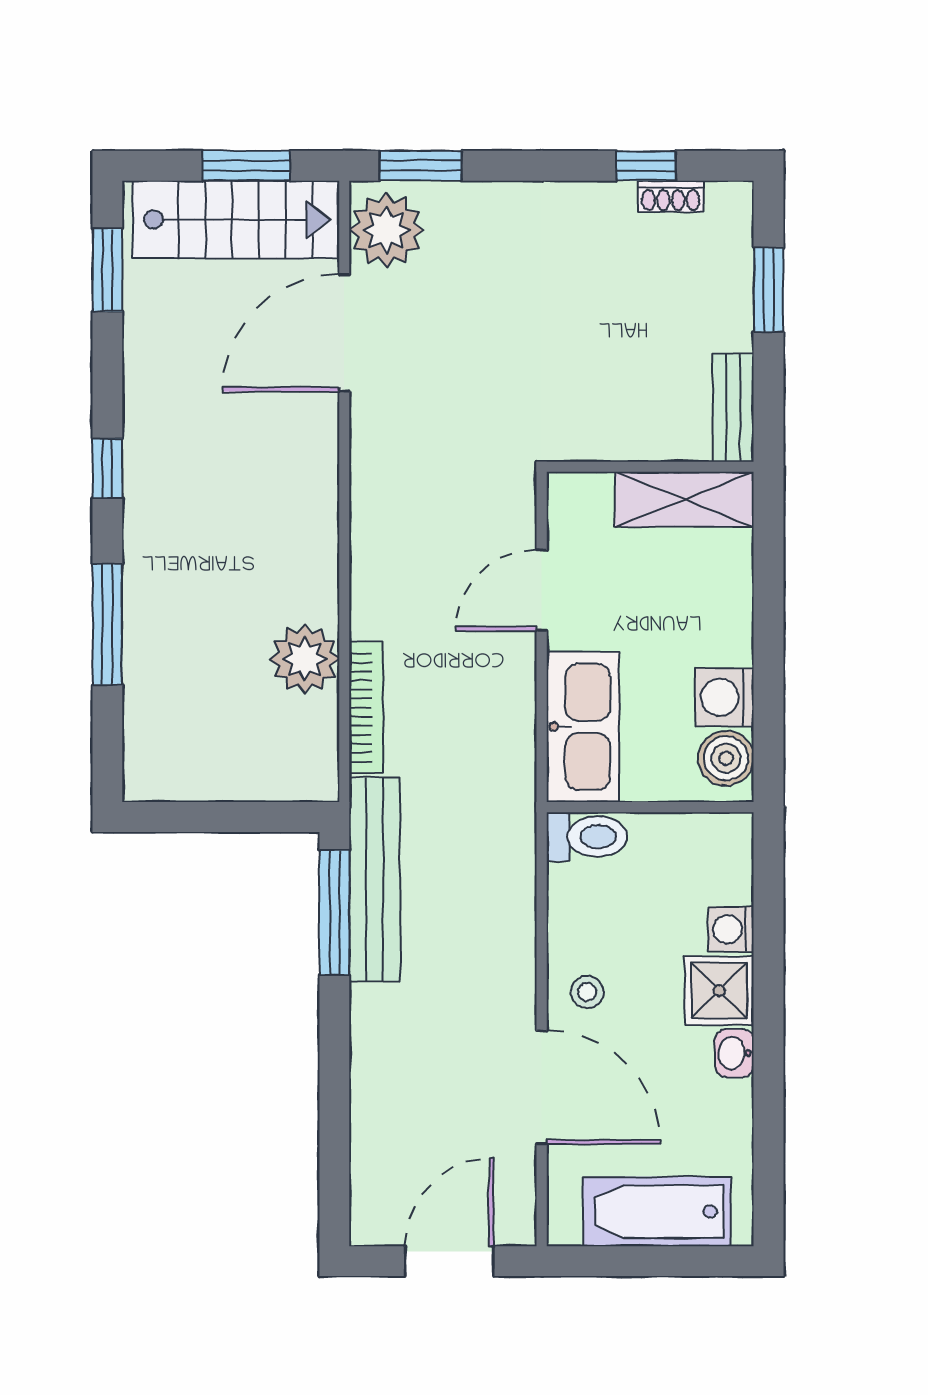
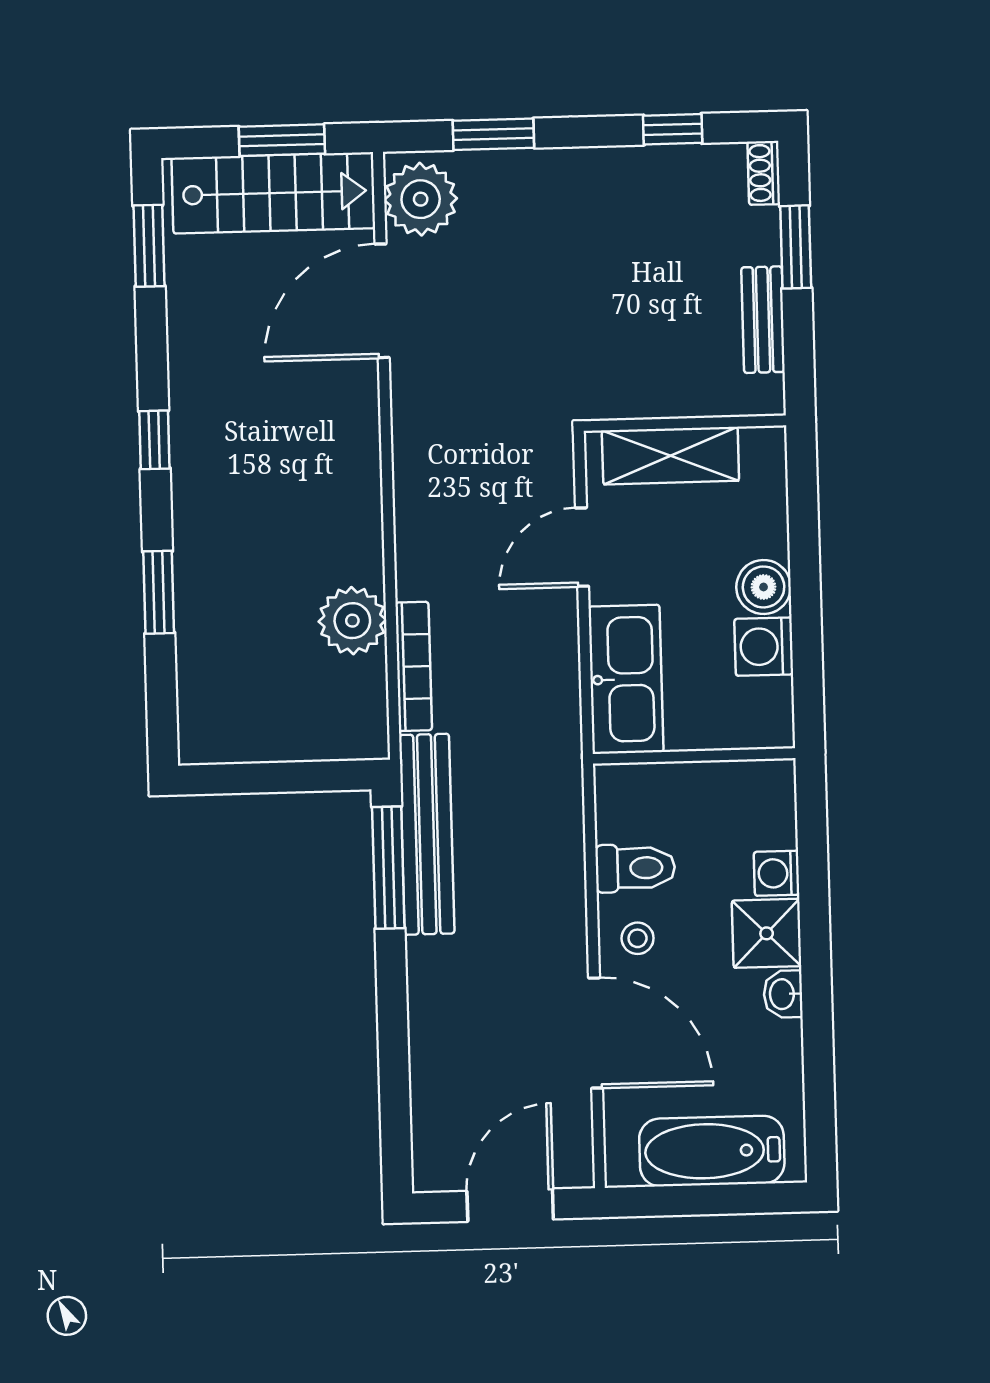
window: (421, 166) -> (493, 134), moved
shoe rack: (671, 196) -> (764, 173), moved, turned 90
bench: (733, 408) -> (763, 320), moved
shelving: (684, 499) -> (670, 456), moved
window: (107, 624) -> (159, 592), width x0.69
boiler: (726, 758) -> (764, 587), moved
toilet: (587, 837) -> (635, 868), moved

